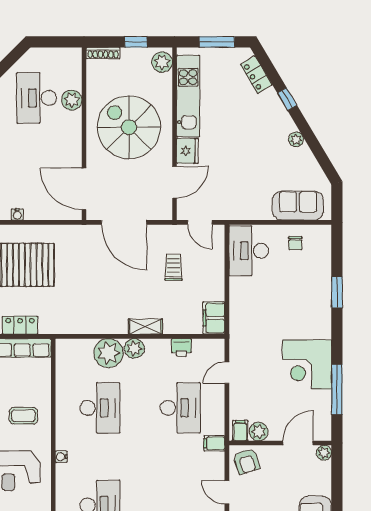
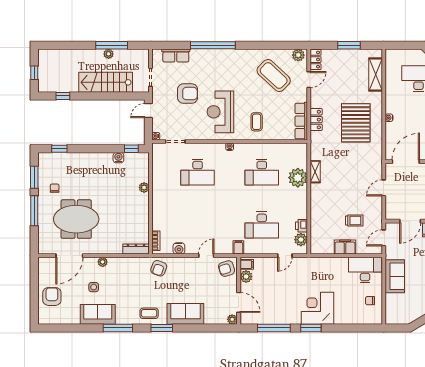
door: (174, 182) -> (410, 221), hinge flipped
sofa: (298, 206) -> (395, 276), moved
door: (124, 222) -> (384, 188), width x0.53
window: (337, 292) -> (311, 328), moved
filing cabinet: (214, 318) -> (345, 247), moved
shelving: (145, 327) -> (315, 172), moved
plant: (134, 348) -> (301, 240), moved
corner desk: (307, 365) -> (317, 308), moved
door: (227, 373) -> (285, 256), swing flipped

